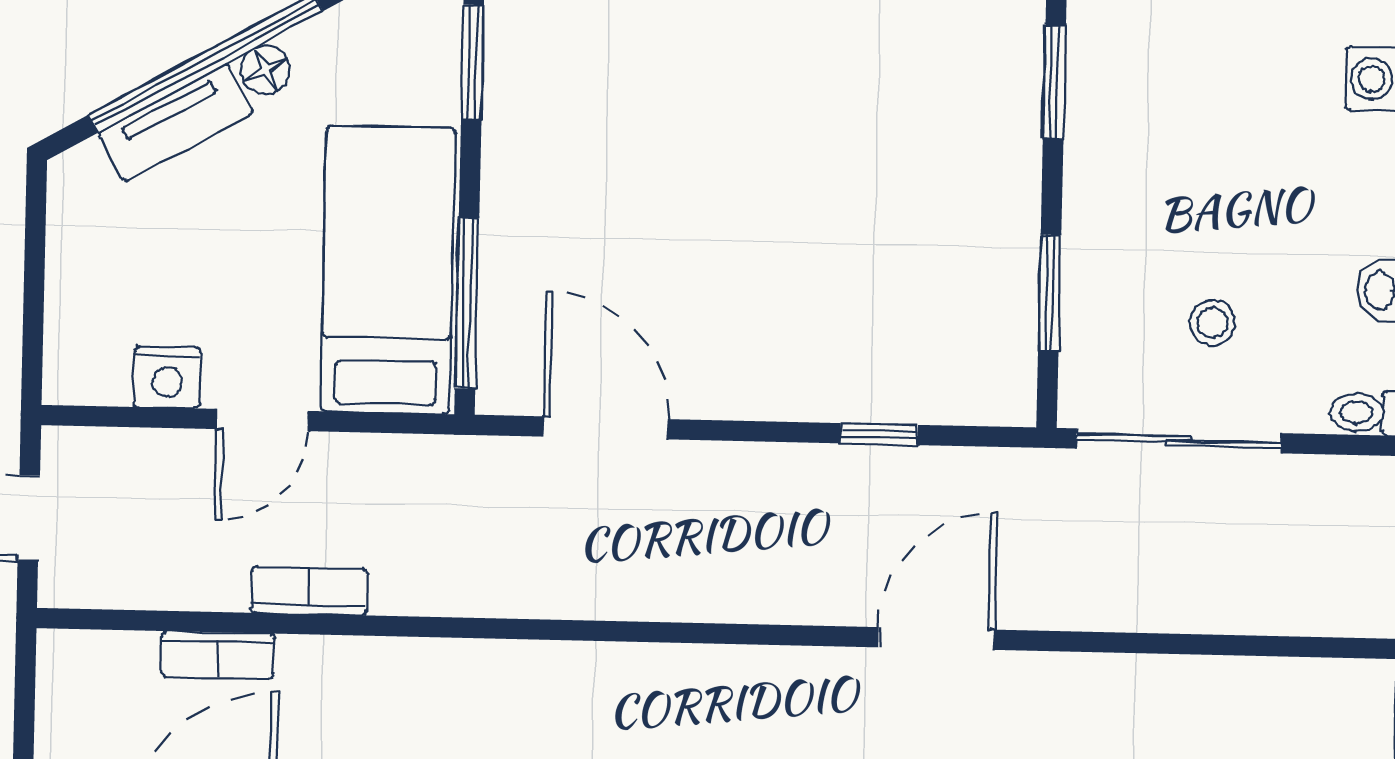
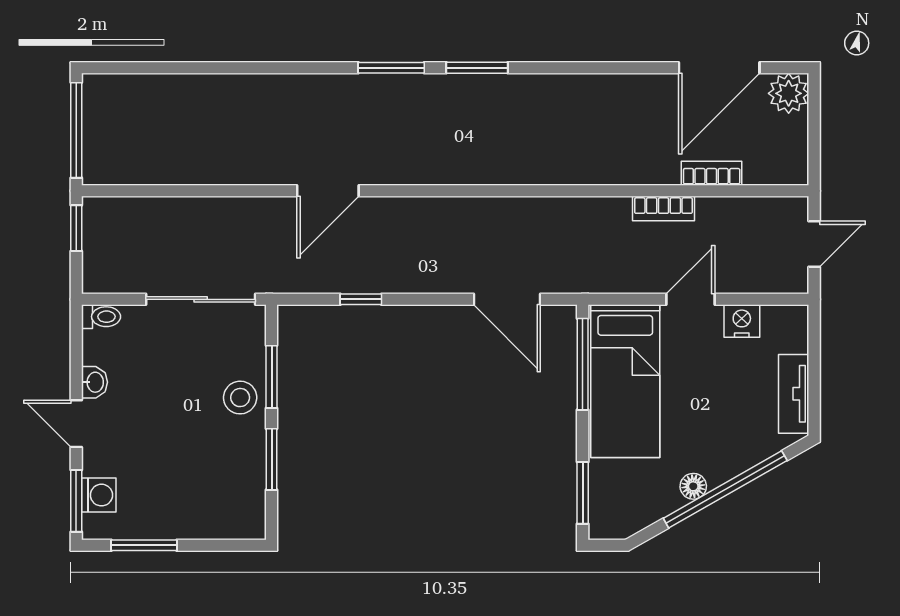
window: (1054, 82) -> (272, 459), moved
tv unit: (176, 123) -> (794, 394), moved, turned -60
stool: (1212, 323) -> (240, 398), moved, width x1.37, depth x1.37

